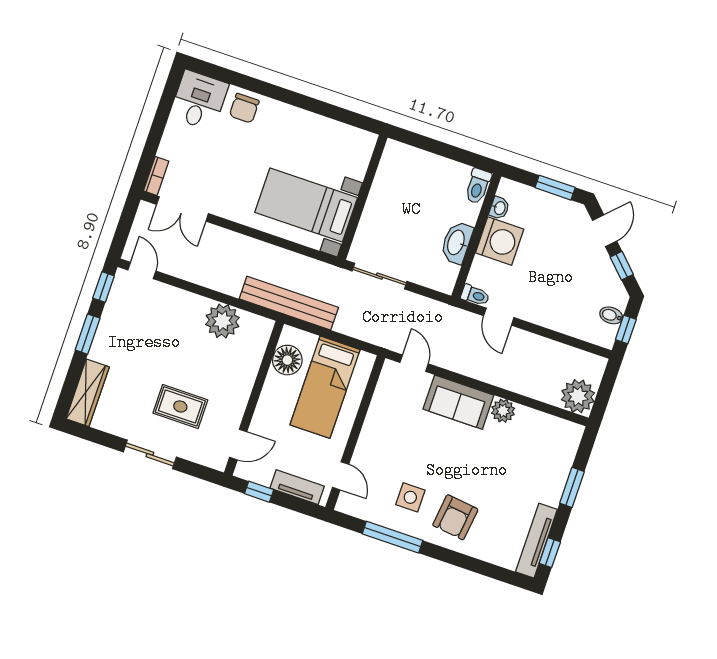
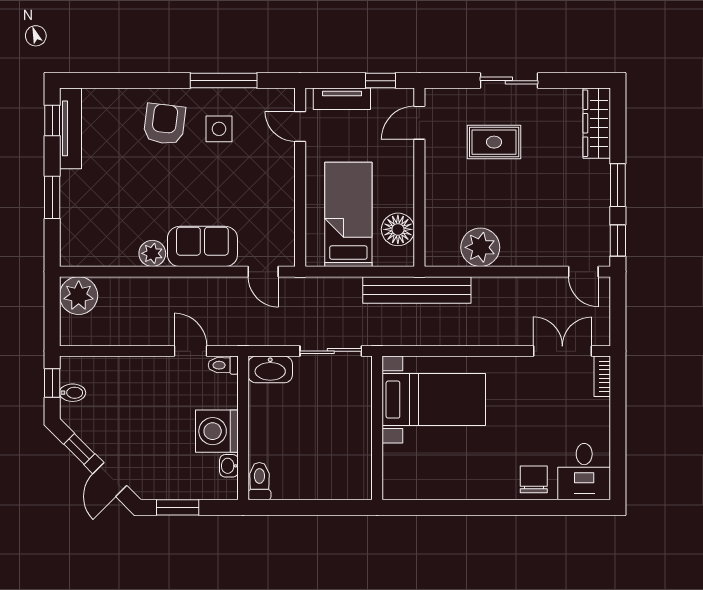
washbasin: (457, 243) -> (270, 369), moved, turned 90

